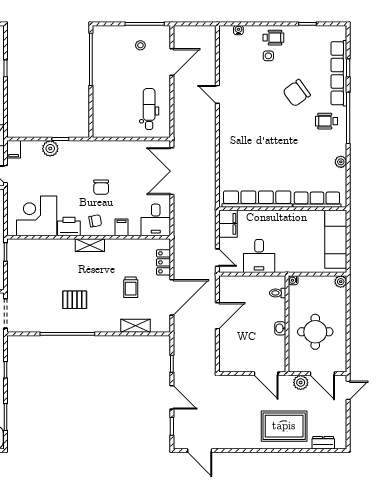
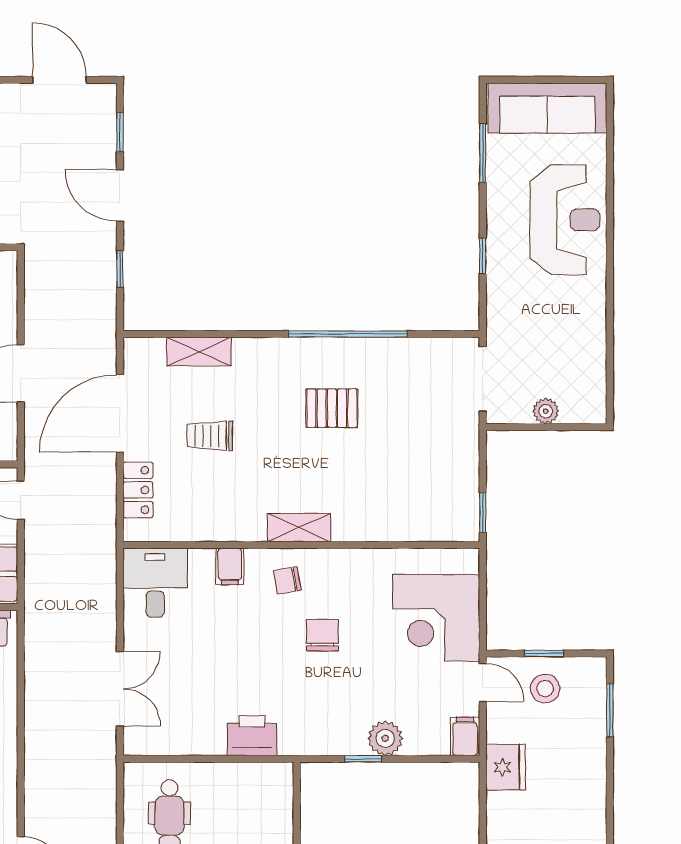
double door: (172, 171) -> (120, 689), width x0.73
chair: (101, 187) -> (322, 635), moved
corner desk: (37, 216) -> (436, 618), moved, turned 90
printer: (69, 226) -> (252, 735), moved, turned 180
trolley: (131, 287) -> (210, 436), turned -90

